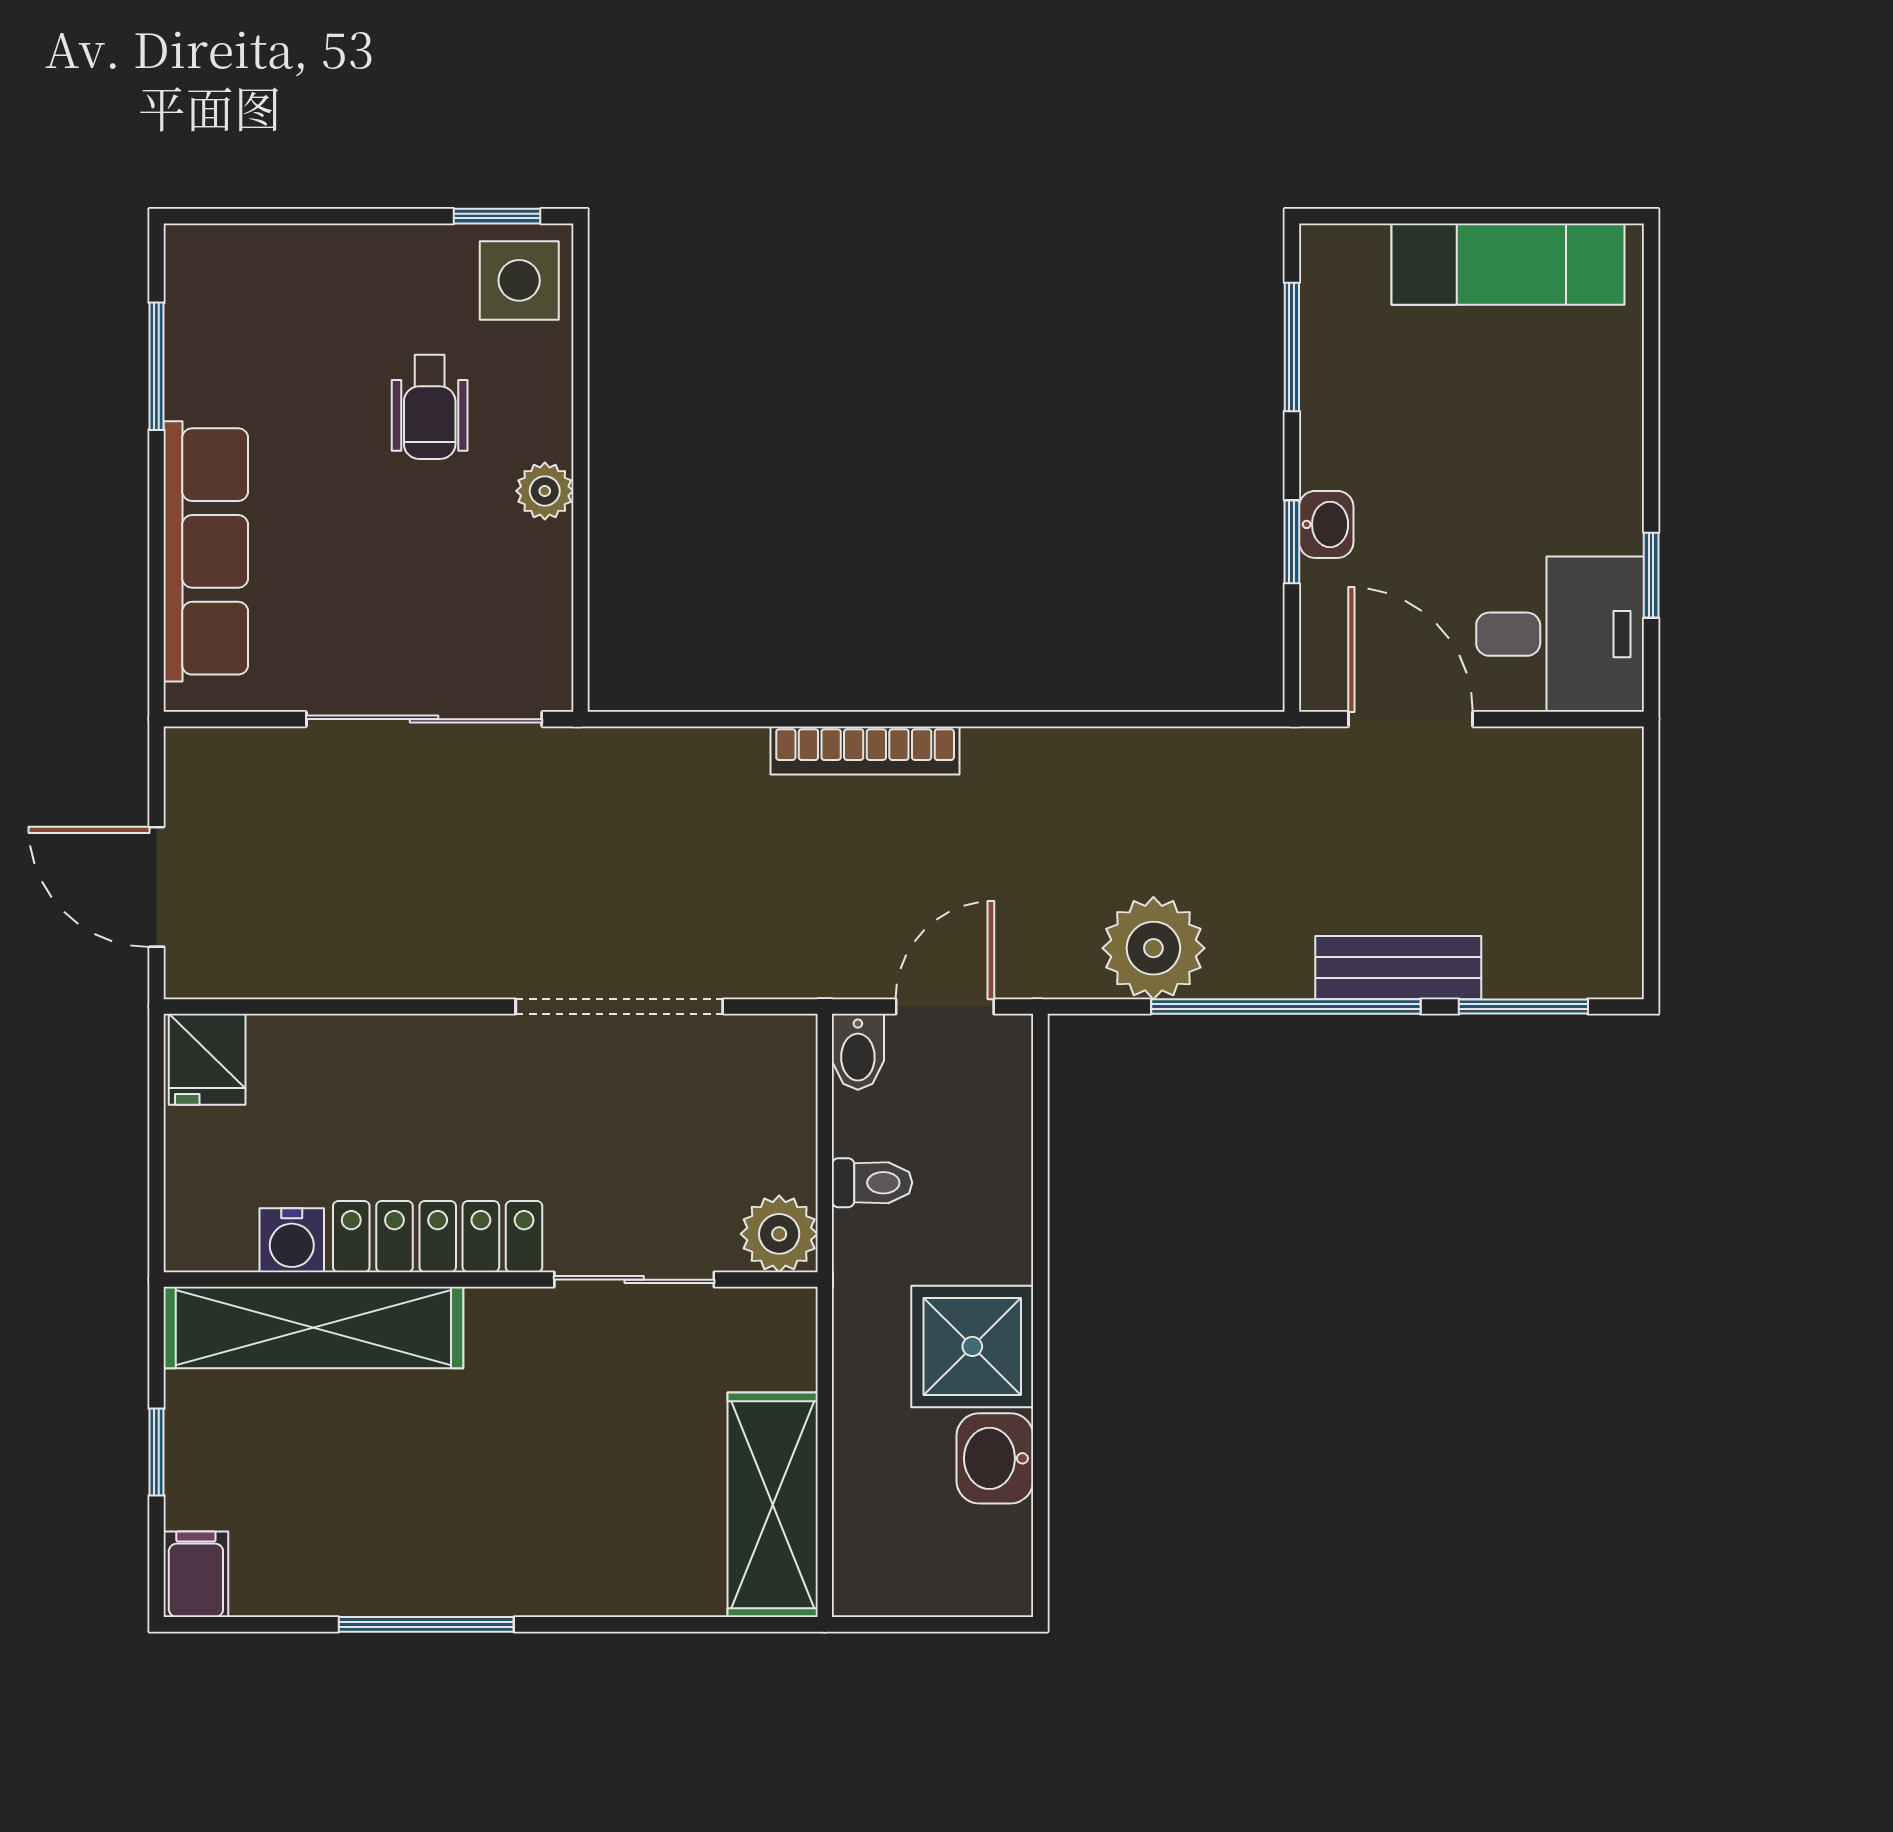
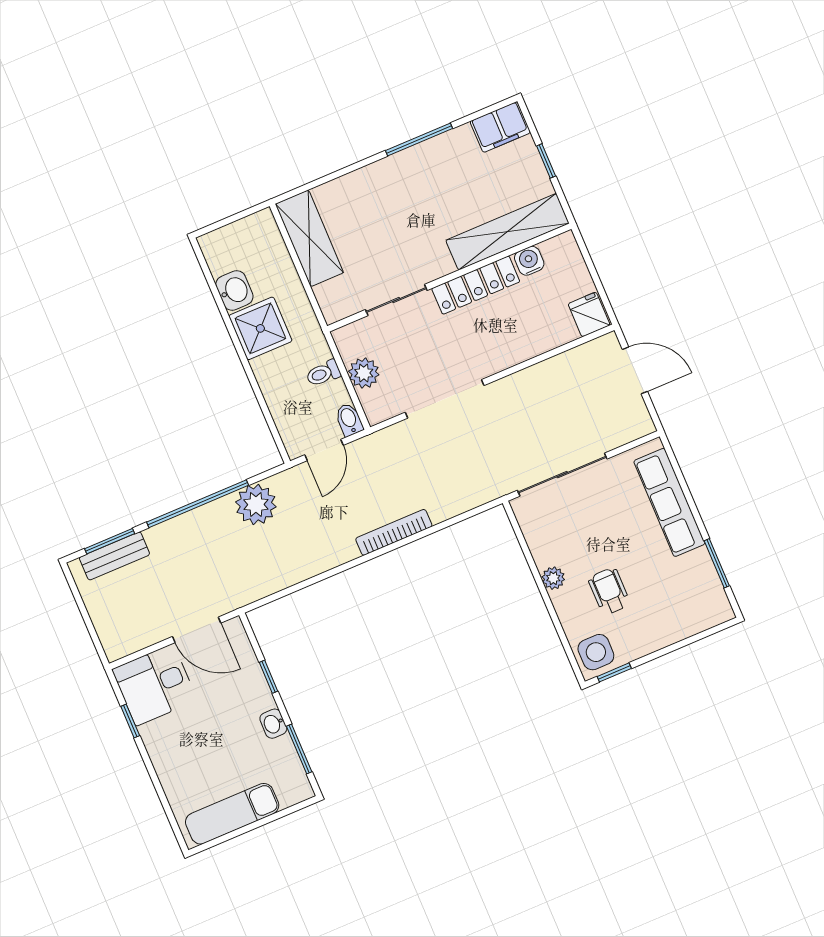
washbasin: (1326, 524) -> (273, 724), moved
bench: (1398, 968) -> (114, 556), moved
plant: (779, 1234) -> (364, 373), moved
filing cabinet: (196, 1574) -> (500, 127), width x2.00

